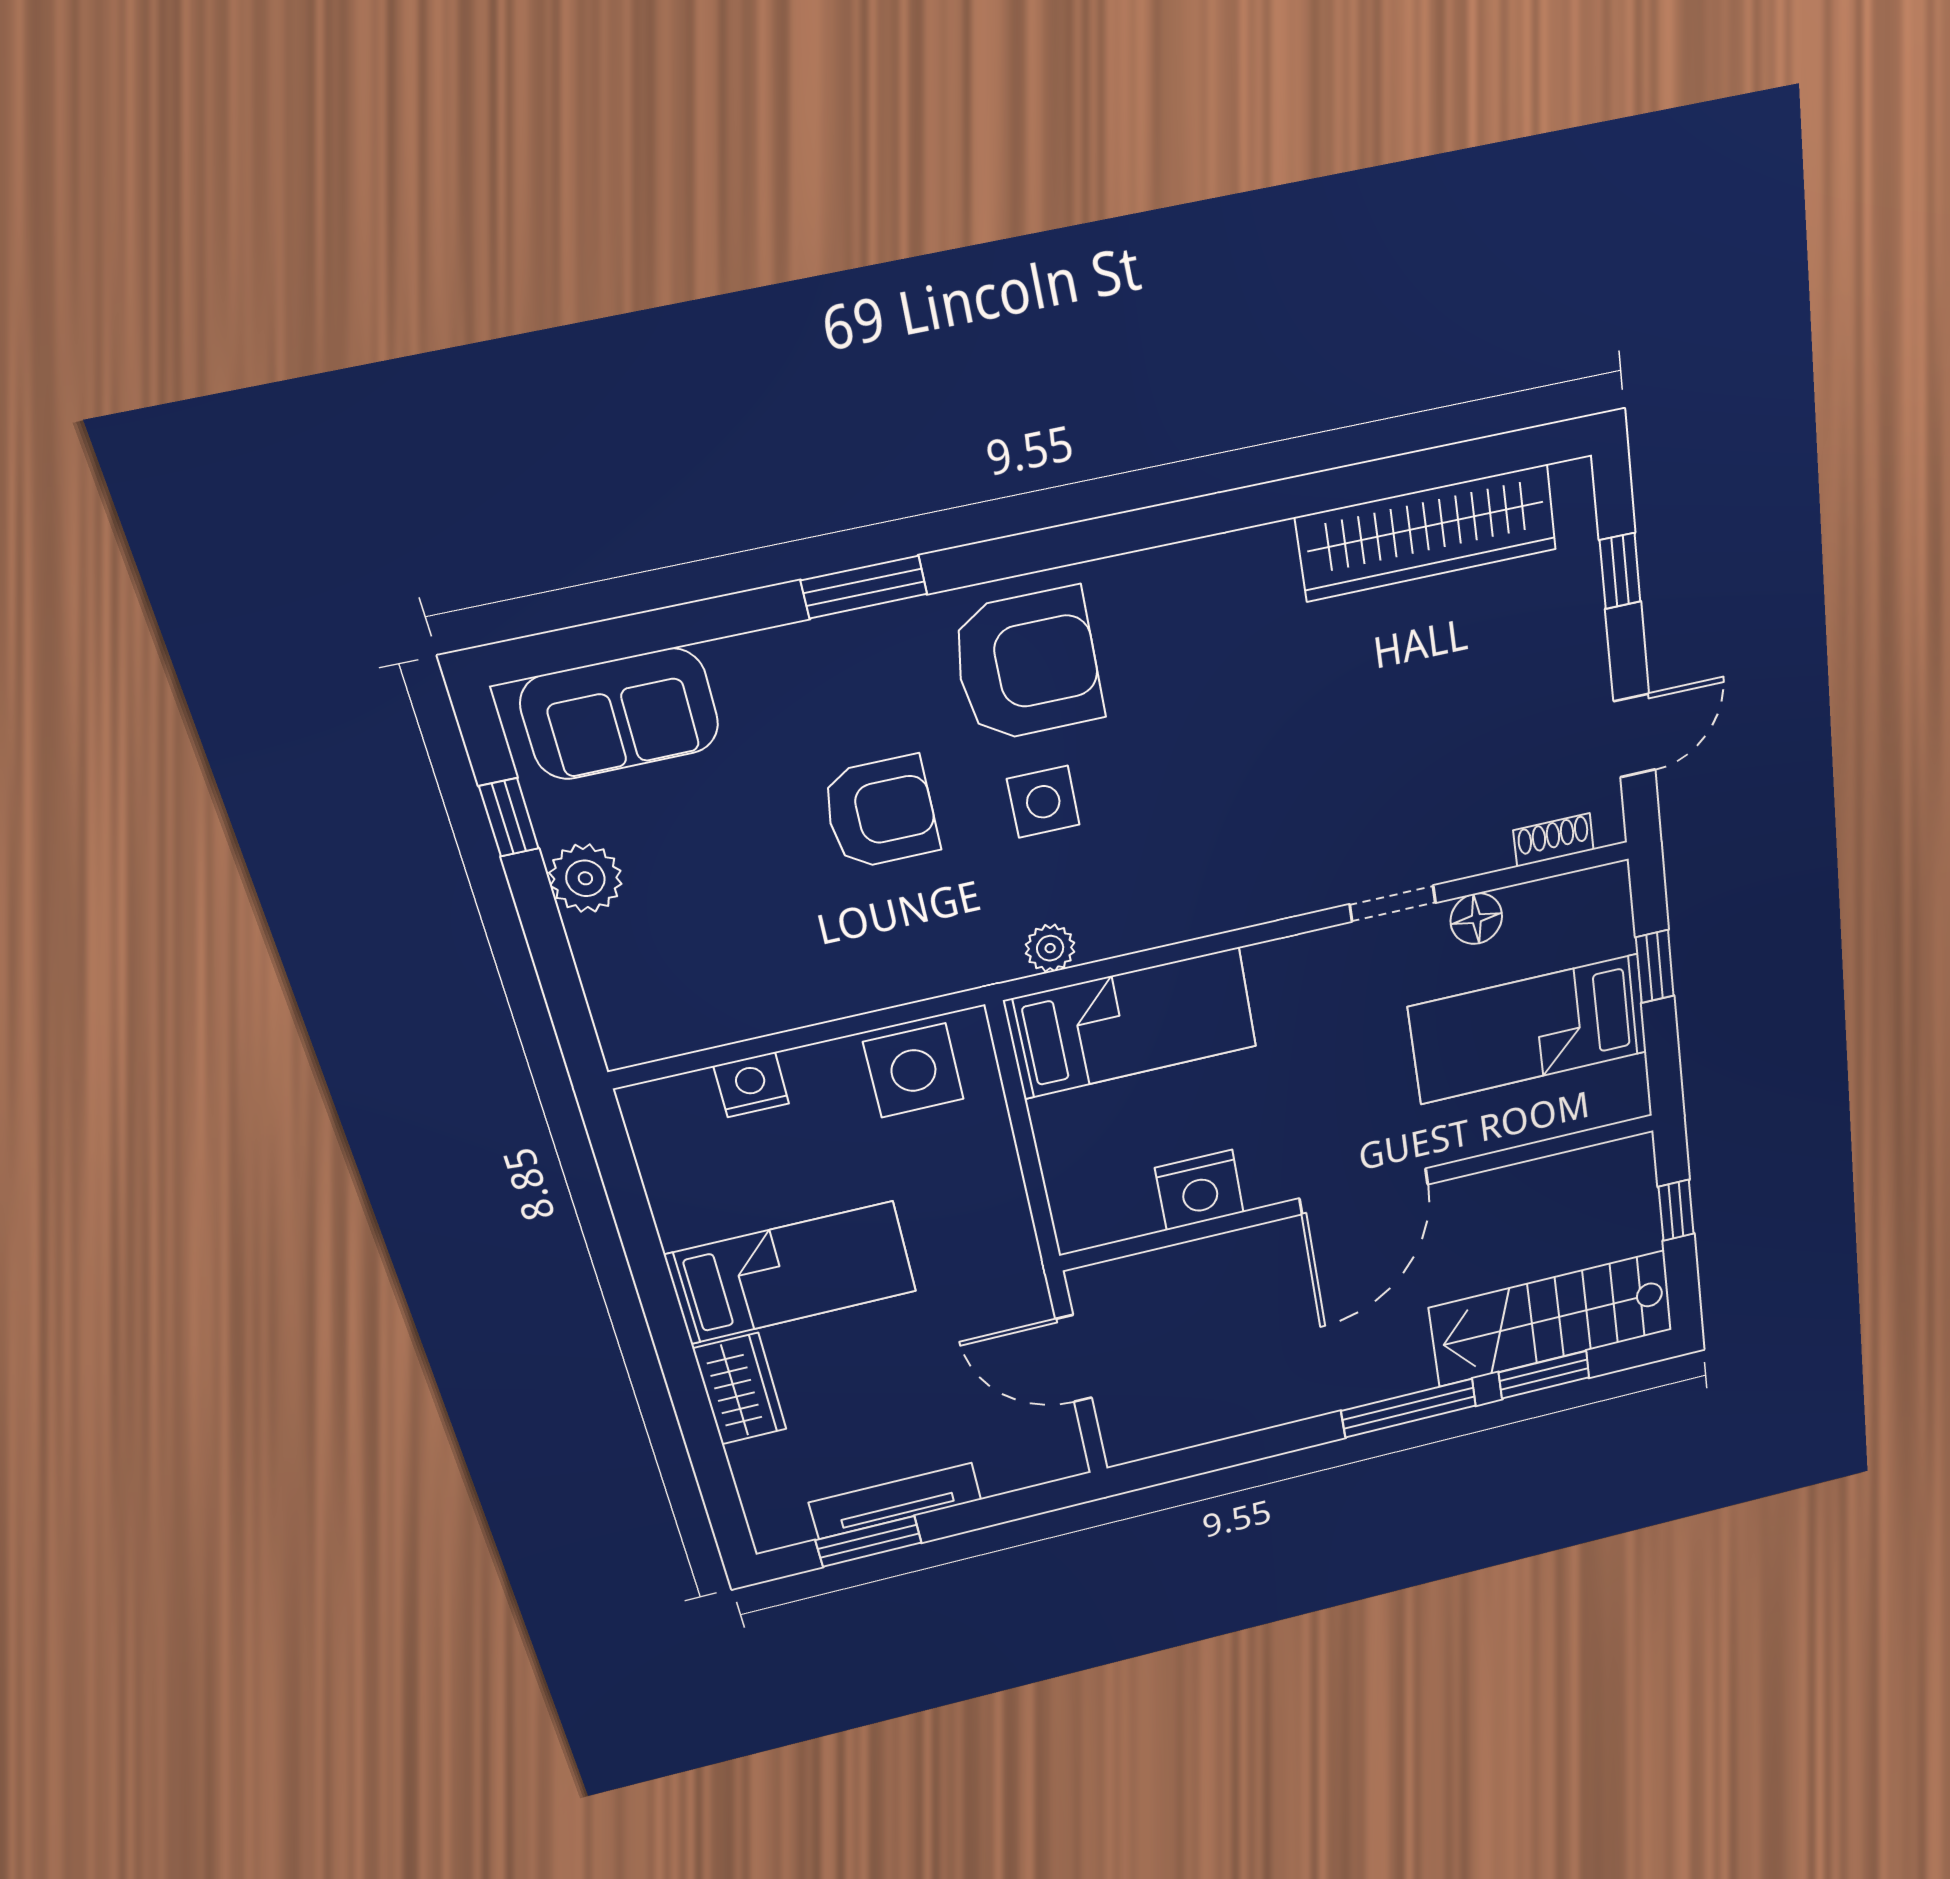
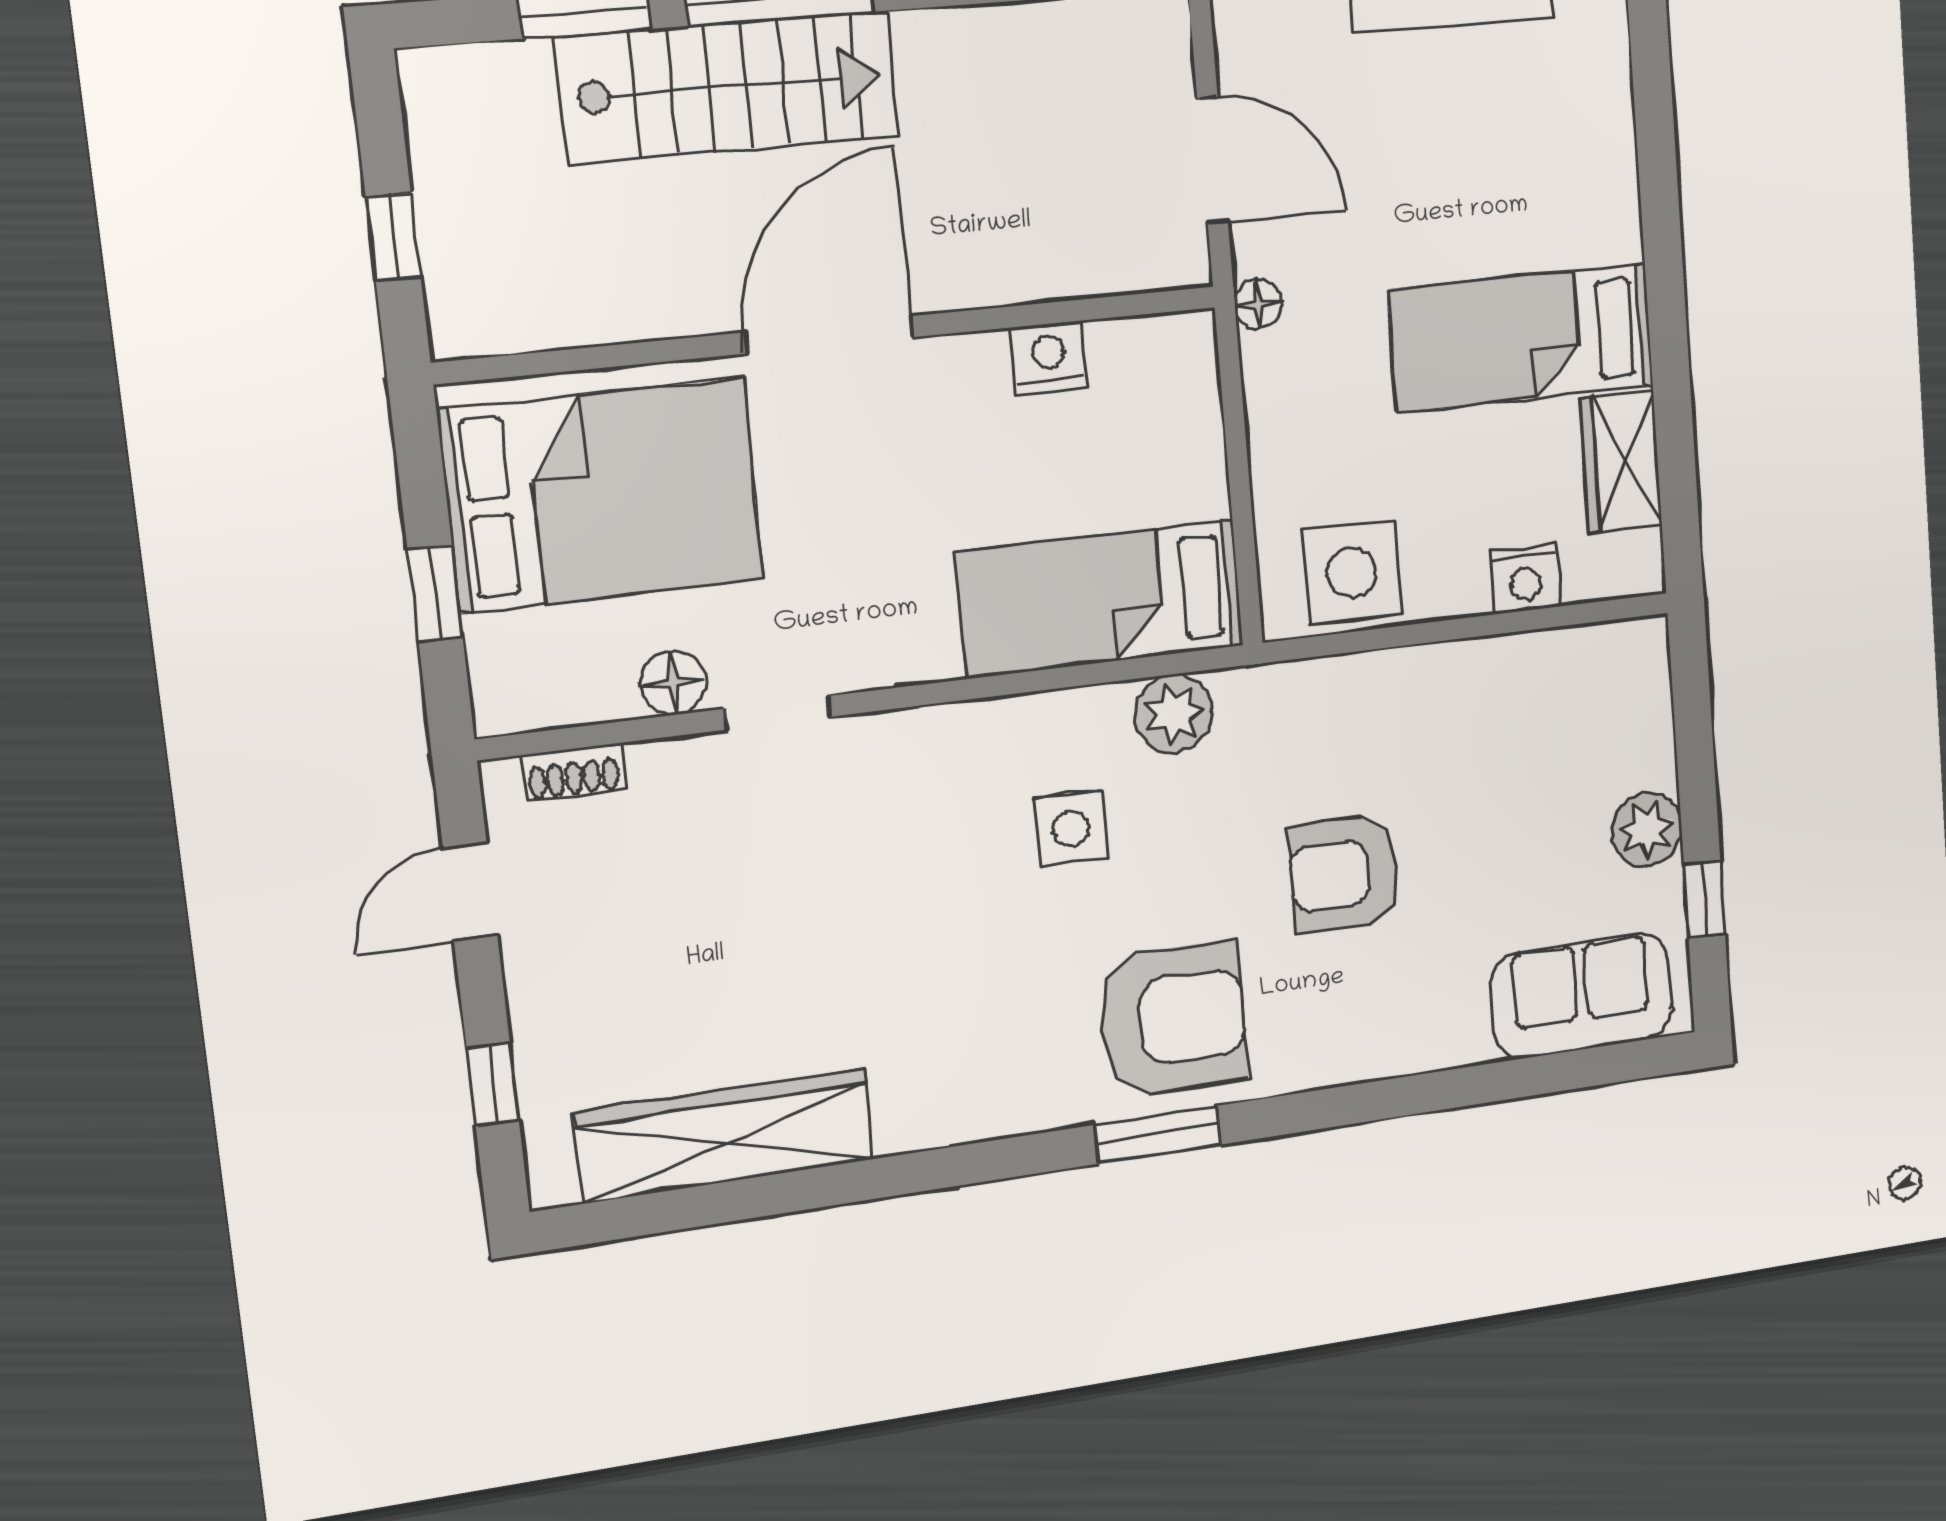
window: (864, 587) -> (1158, 1135), moved
armchair: (1027, 665) -> (1173, 1020), turned 180
side table: (1043, 802) -> (1071, 829), moved
plant: (1050, 948) -> (1174, 713), width x1.38, depth x1.38
bed: (1529, 1029) -> (602, 495), width x1.50
nightstand: (1199, 1190) -> (1049, 357), width x0.74, depth x0.75
floor lamp: (1023, 1264) -> (1258, 304), added
stairs: (1552, 1319) -> (728, 87), moved
wardrobe: (740, 1389) -> (1621, 461), moved

